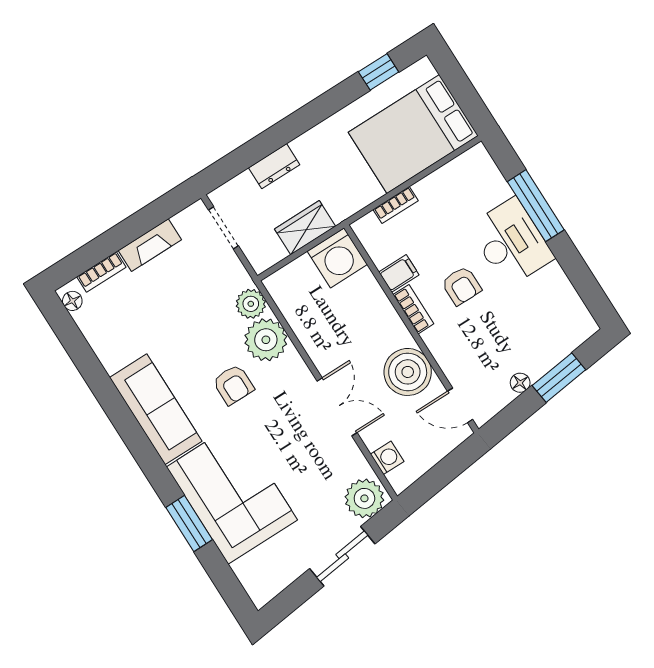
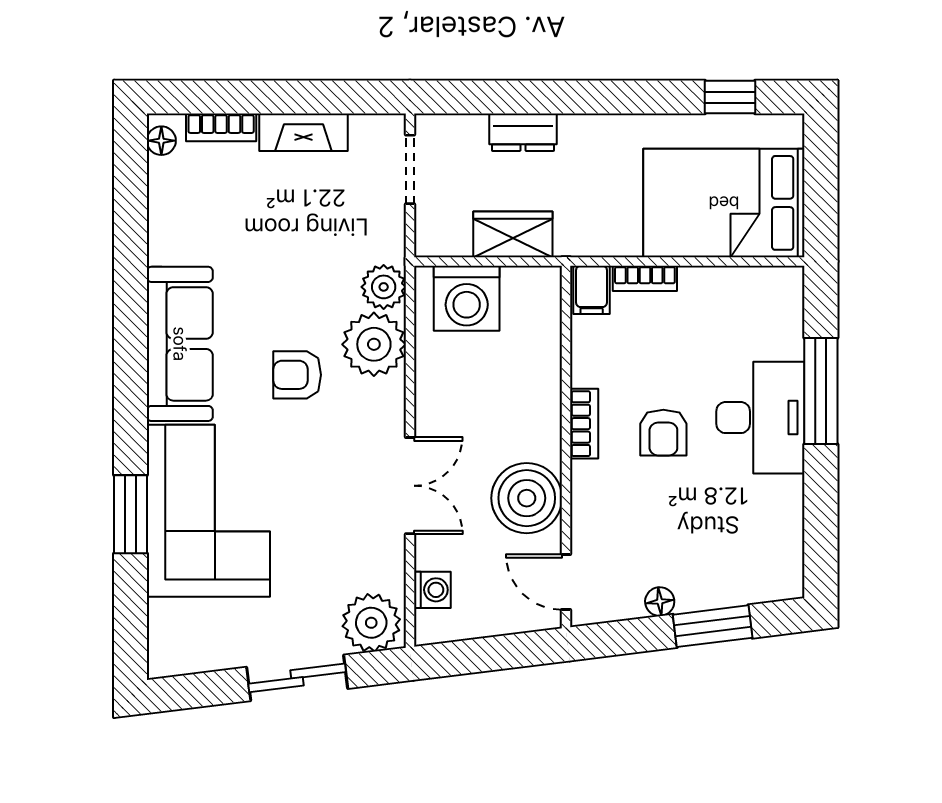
washing machine: (337, 258) -> (467, 298), moved
filing cabinet: (399, 273) -> (592, 290), moved, turned 90
armchair: (233, 385) -> (297, 375), turned 90

